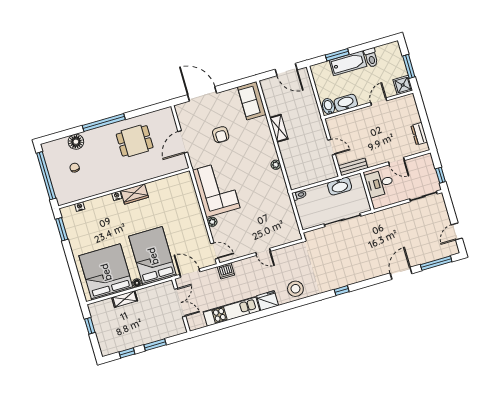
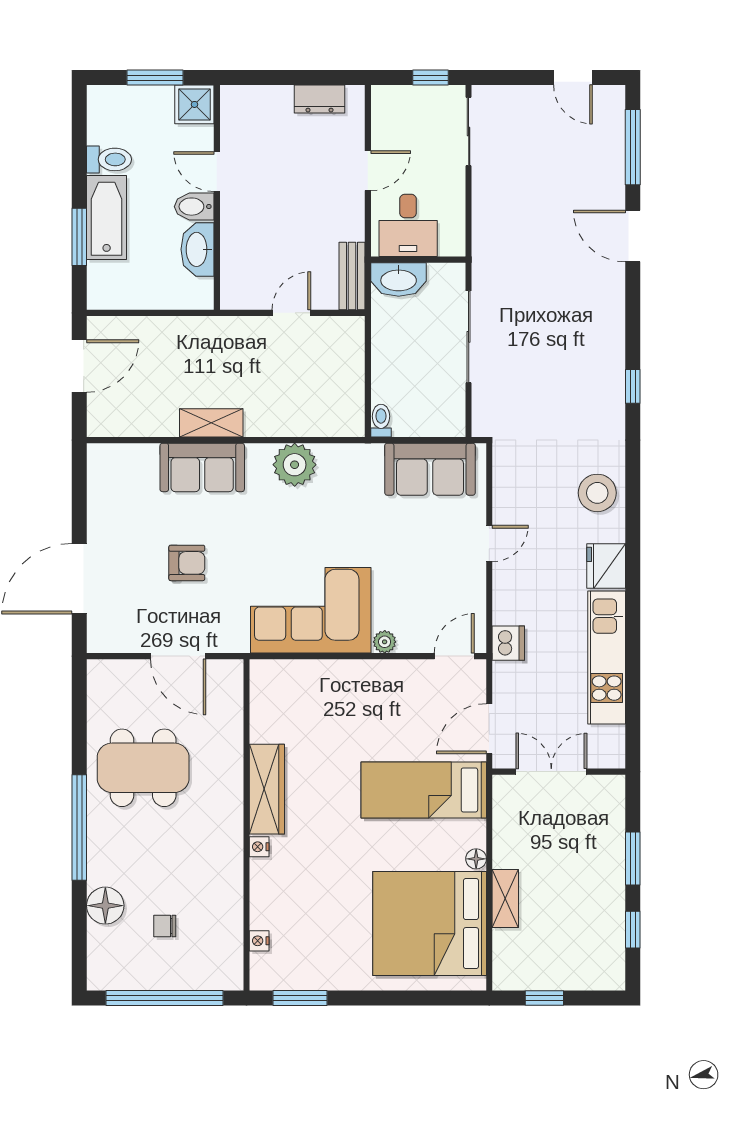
sofa: (252, 101) -> (202, 467), moved
bidet: (328, 106) -> (194, 207), moved
dining table: (135, 141) -> (143, 768), width x1.38
plant: (276, 165) -> (295, 465), width x1.88, depth x1.88
washbasin: (340, 186) -> (399, 279), moved, turned 90
wardrobe: (135, 194) -> (267, 789), width x1.50
sofa: (286, 220) -> (430, 469), added
bed: (153, 256) -> (424, 790), width x0.67

